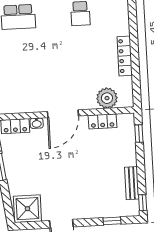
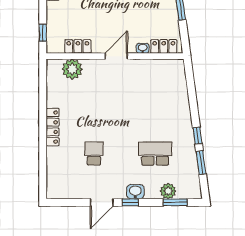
locker: (125, 56) -> (53, 127), moved
door: (63, 114) -> (116, 56), width x0.73

